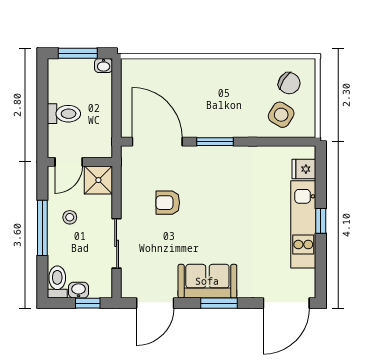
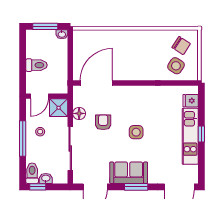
door: (157, 142) -> (96, 83), hinge flipped
window: (215, 142) -> (134, 83), removed
floor lamp: (130, 189) -> (79, 113), added
armchair: (168, 203) -> (103, 122), turned 90
side table: (219, 218) -> (136, 132), added
sliding door: (117, 243) -> (70, 148), width x1.37
window: (88, 303) -> (38, 187), moved

